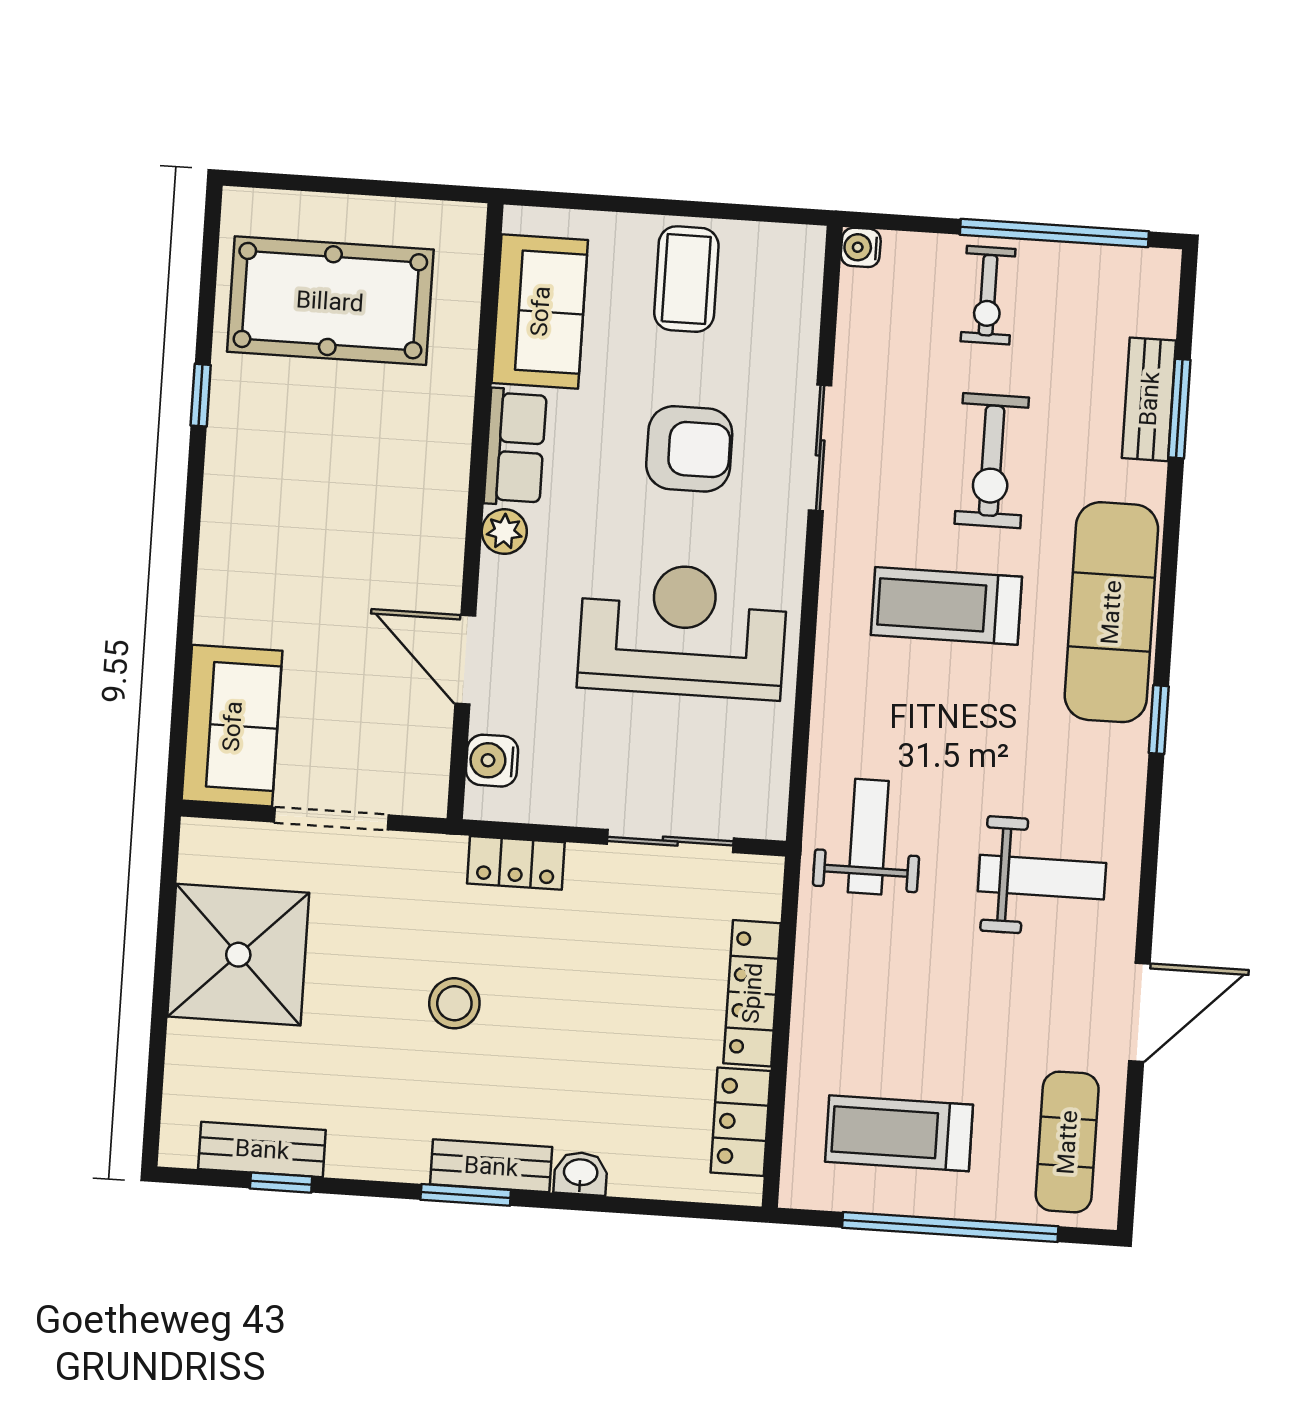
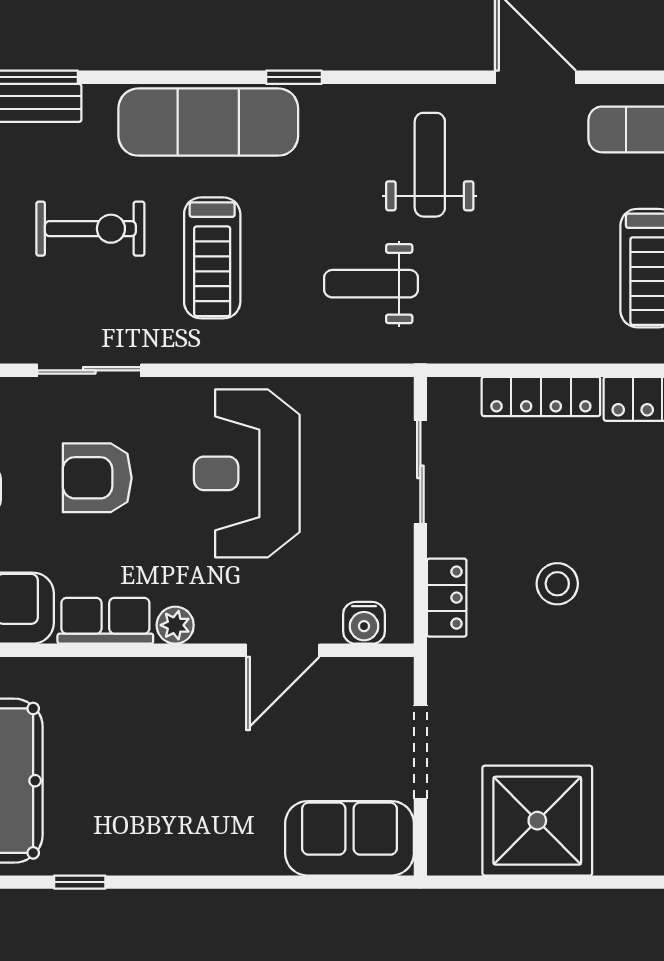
armchair: (689, 449) -> (97, 478), turned -90
weight bench: (868, 837) -> (371, 284), moved
stool: (454, 1003) -> (557, 584), moved

